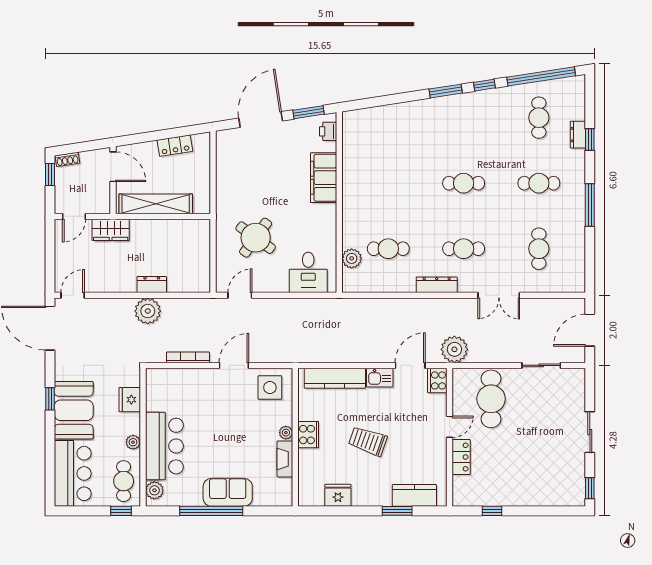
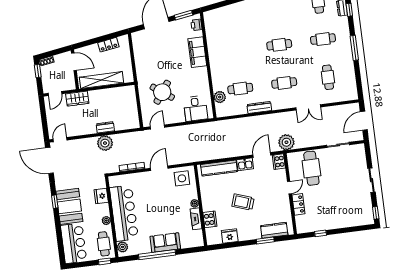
dresser: (437, 285) -> (259, 107), moved
cooker: (308, 435) -> (210, 219), moved
bar counter: (164, 446) -> (124, 213), width x1.36

